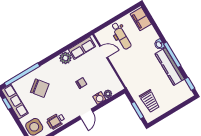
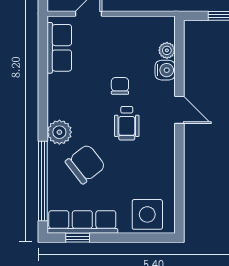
plant: (65, 58) -> (59, 132), moved
wheelchair: (56, 121) -> (127, 123), moved

